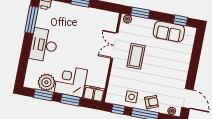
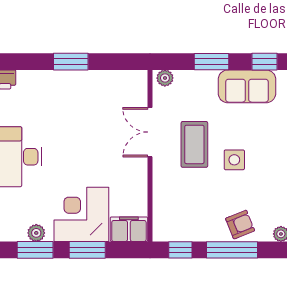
window: (140, 13) -> (212, 62), moved
plant: (46, 82) -> (36, 233), width x0.53, depth x0.53
side table: (132, 97) -> (234, 160), moved

